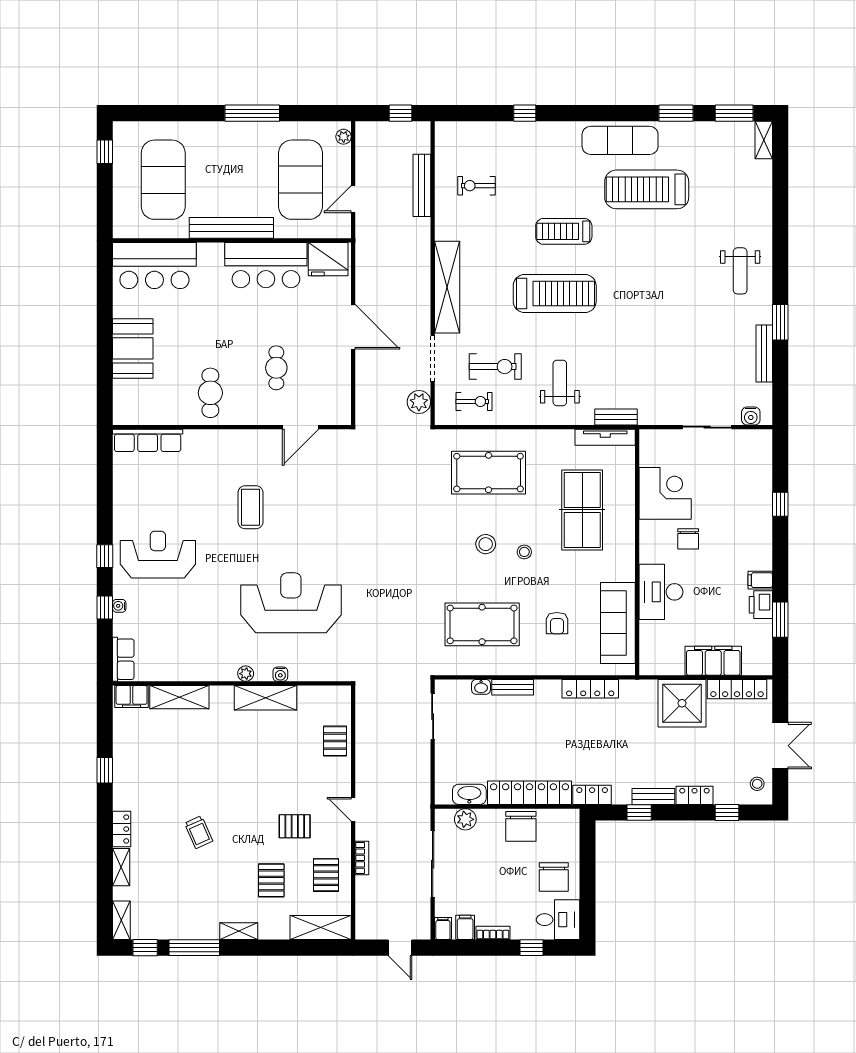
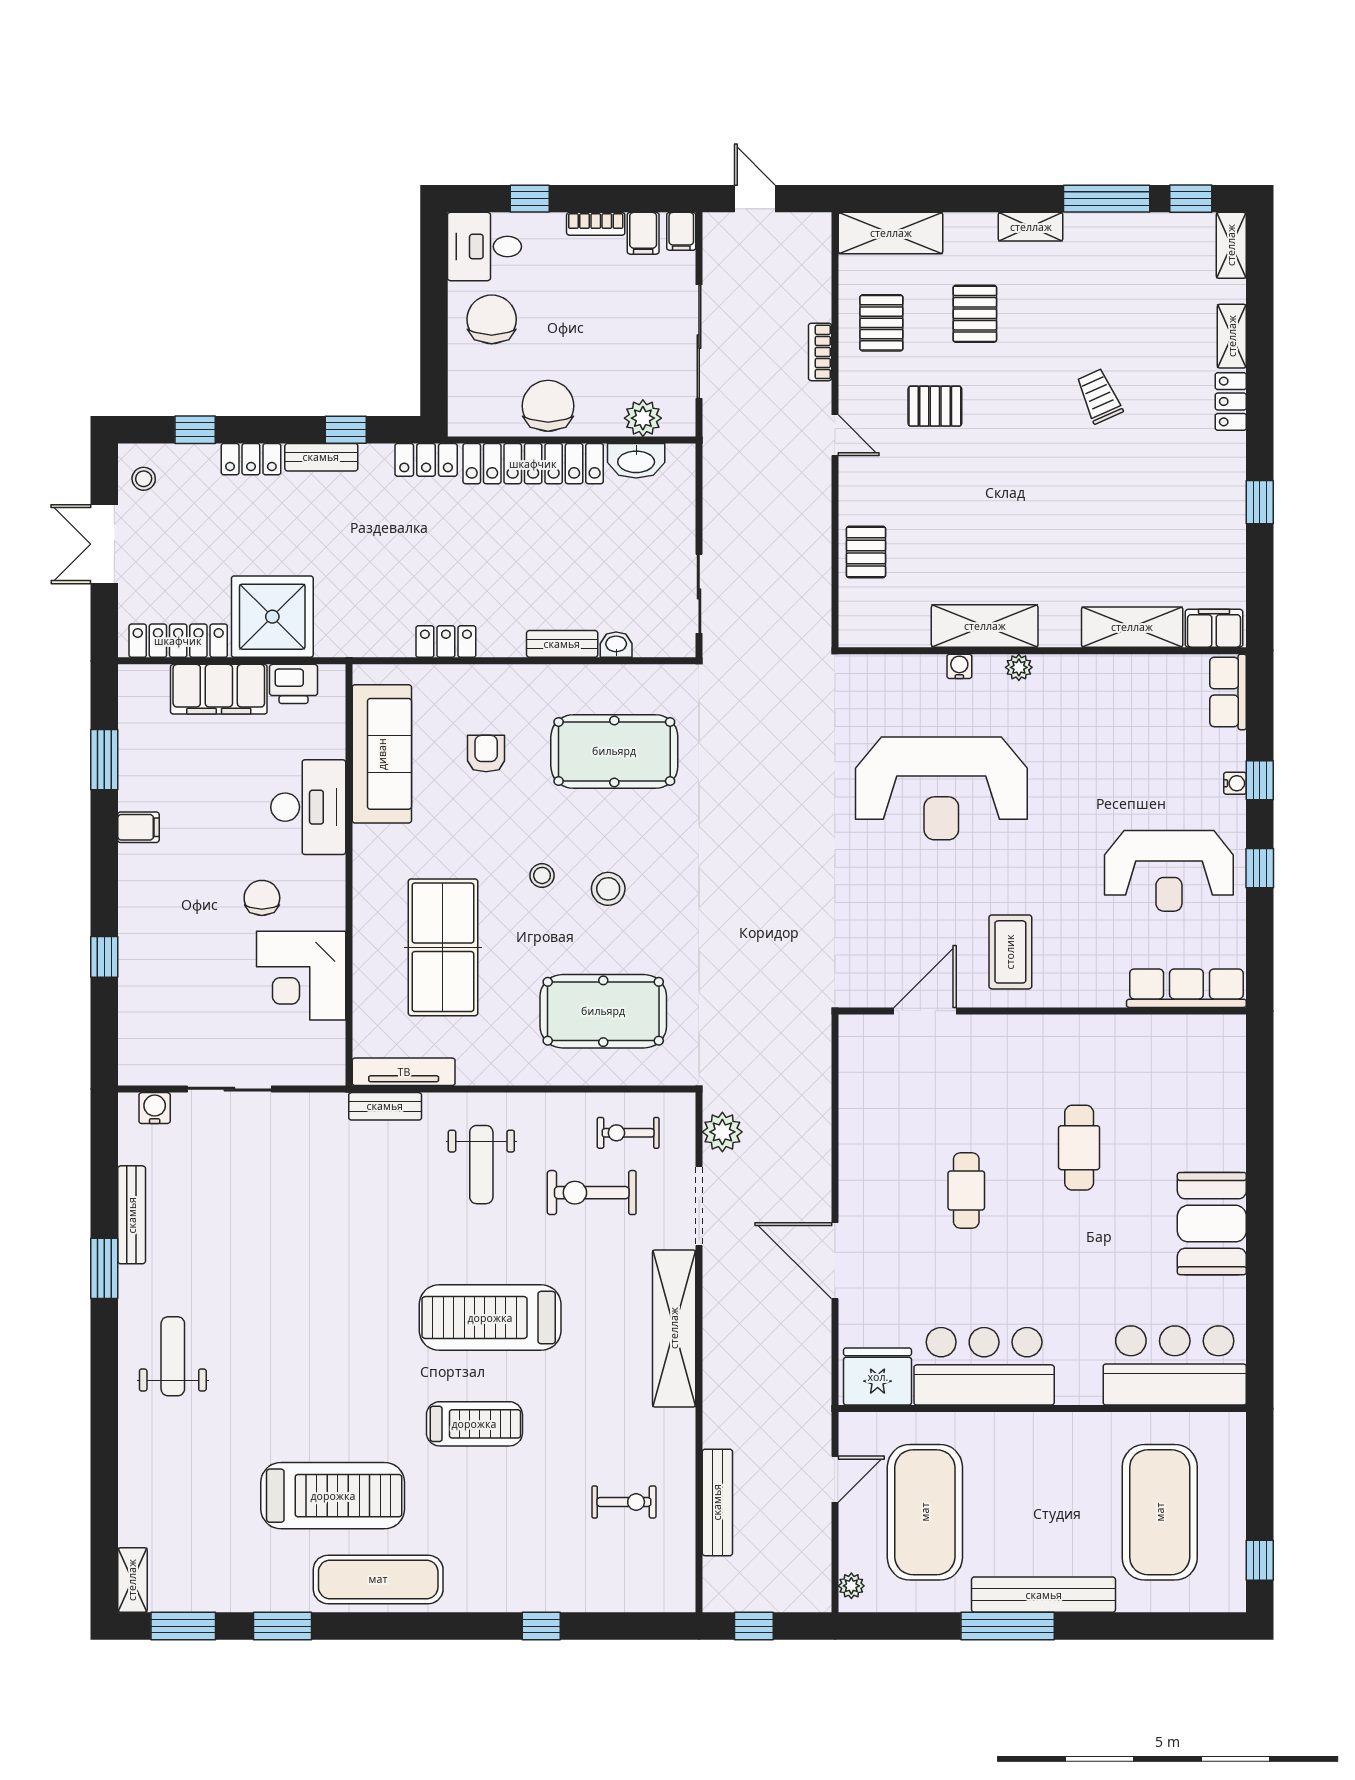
bench: (231, 228) -> (1044, 1595), moved
wall: (232, 427) -> (1042, 1011), moved
door: (300, 427) -> (925, 1011), moved
row of seats: (148, 440) -> (1186, 988), moved
printer: (761, 605) -> (294, 684), moved, turned 90
locker: (590, 689) -> (446, 642), width x0.66

